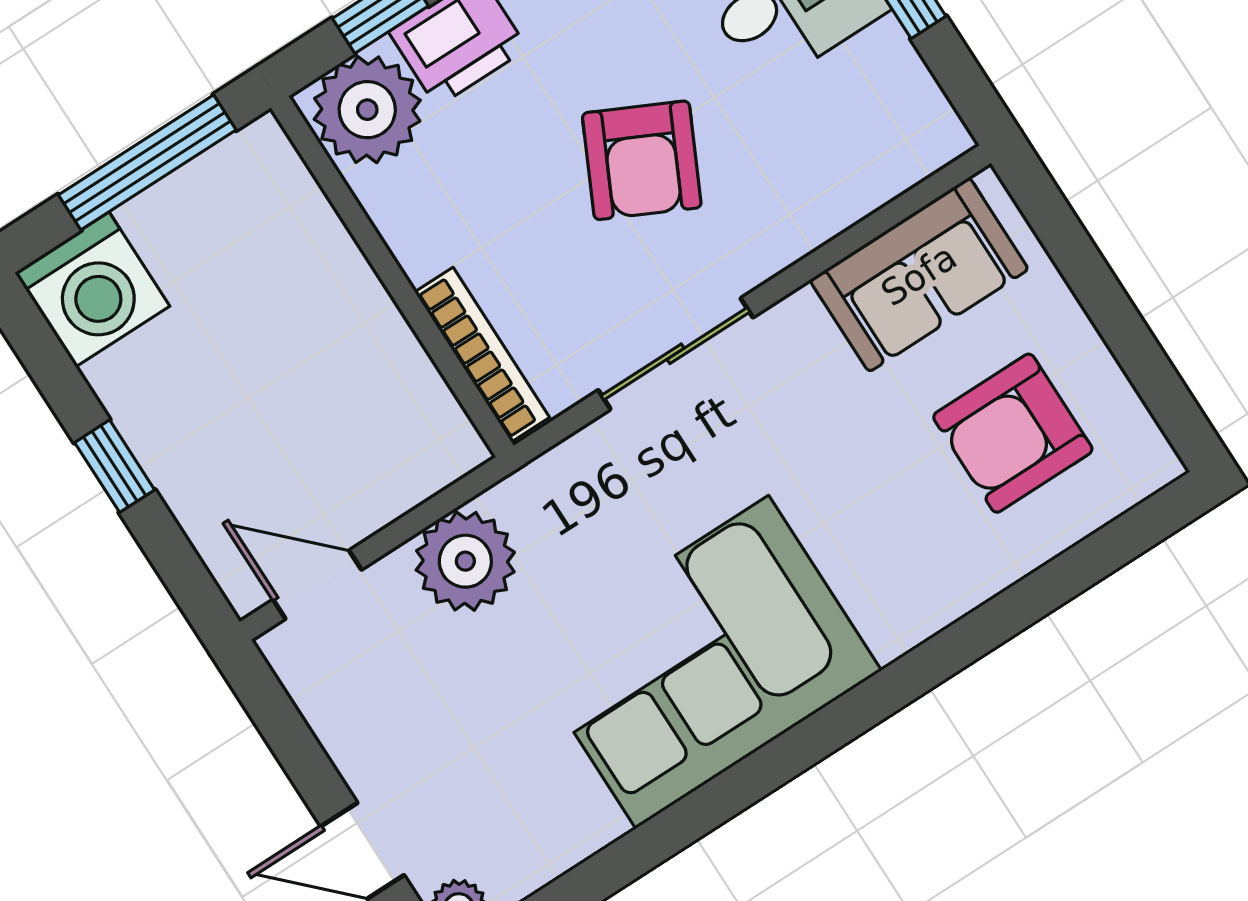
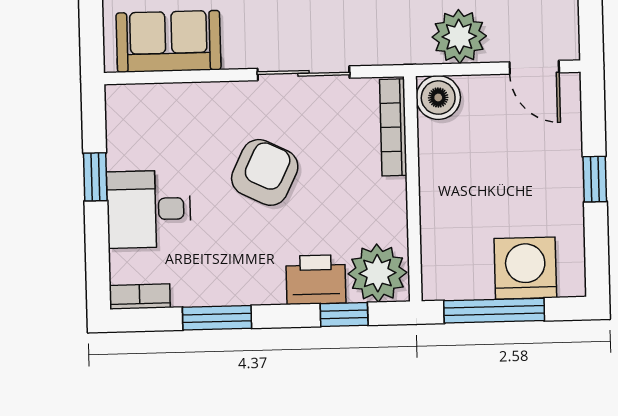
washing machine: (92, 289) -> (525, 268), moved
boiler: (440, 445) -> (438, 98), added

